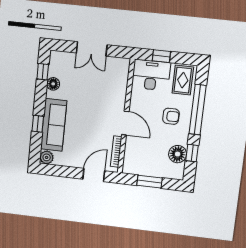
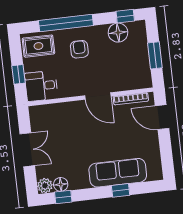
desk: (151, 75) -> (41, 86), width x0.73
floor lamp: (53, 84) -> (61, 184), moved
door: (125, 123) -> (98, 96), swing flipped
window: (192, 153) -> (125, 16), moved
plant: (47, 157) -> (45, 186), moved

